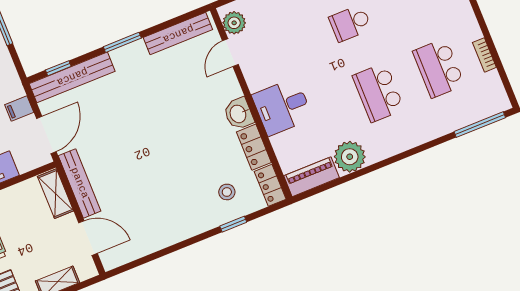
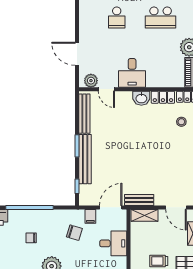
bench: (72, 77) -> (85, 159), moved
desk: (282, 107) -> (132, 73), moved
door: (46, 135) -> (111, 207), hinge flipped
bench: (80, 183) -> (139, 200), width x0.73
door: (88, 238) -> (176, 207), swing flipped

